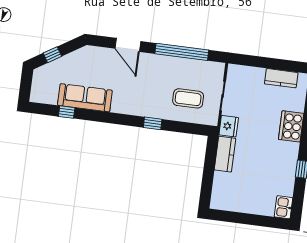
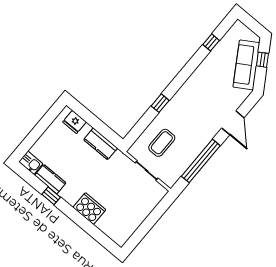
door: (128, 45) -> (233, 123), swing flipped
kitchen counter: (281, 78) -> (50, 179), moved, turned 90
sofa: (85, 98) -> (246, 65), moved, turned 148
fridge: (229, 126) -> (75, 122), moved

